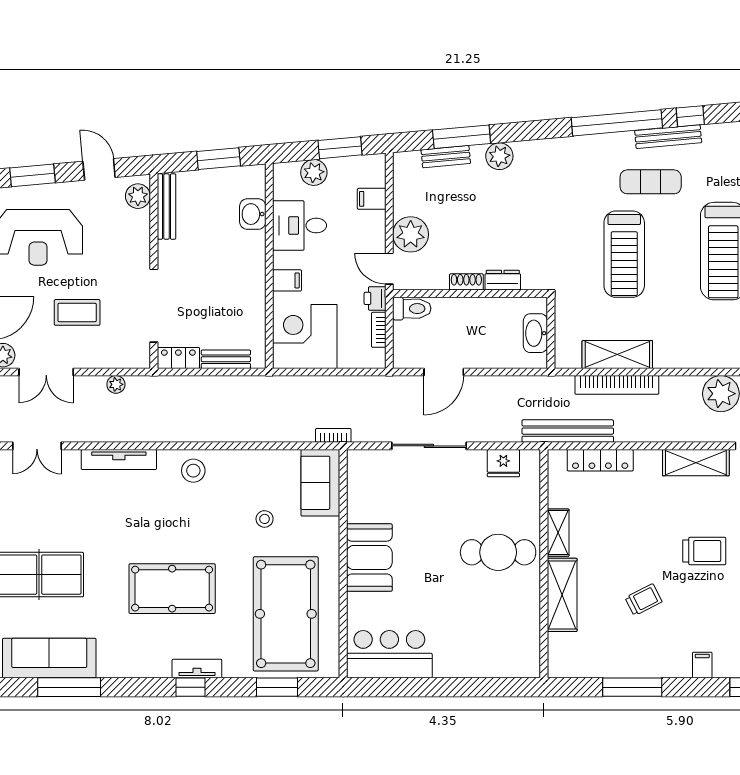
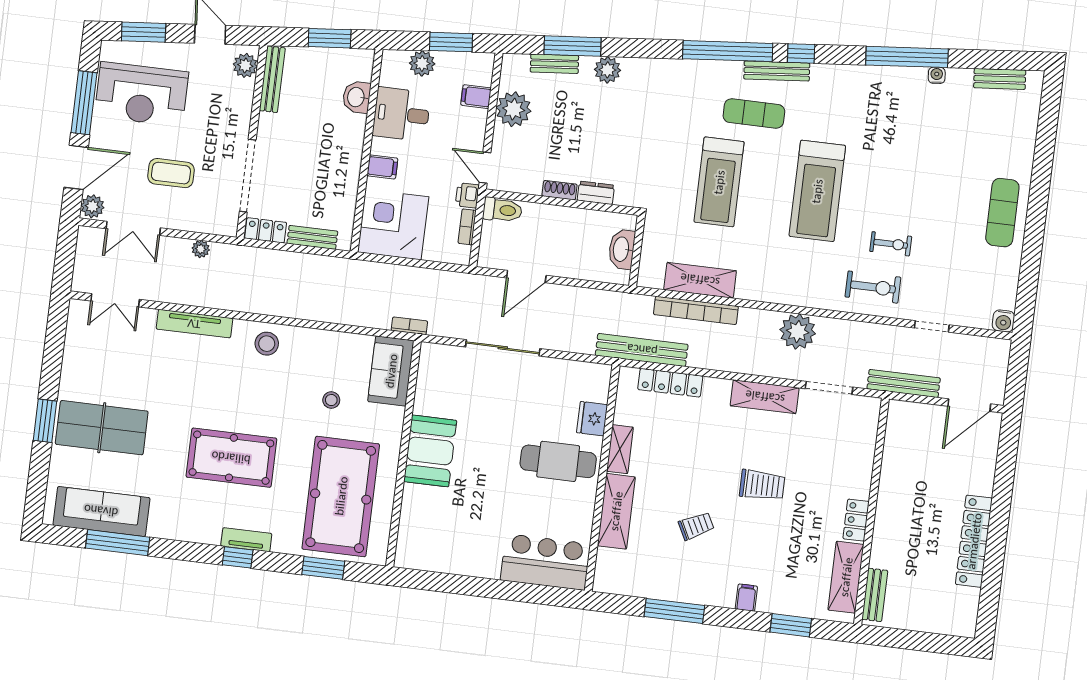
plant: (411, 234) -> (514, 109), moved
fridge: (503, 463) -> (592, 419), moved, turned 90
bar counter: (389, 654) -> (545, 562), moved

